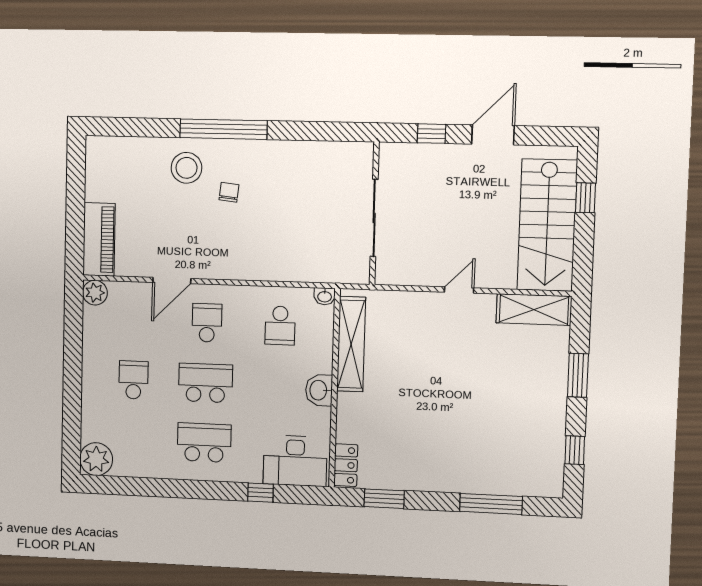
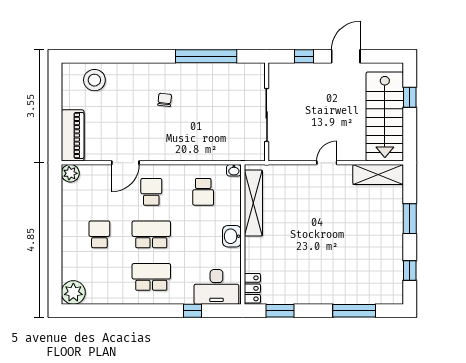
window: (223, 129) -> (206, 56), moved
stool: (186, 168) -> (94, 80), moved

